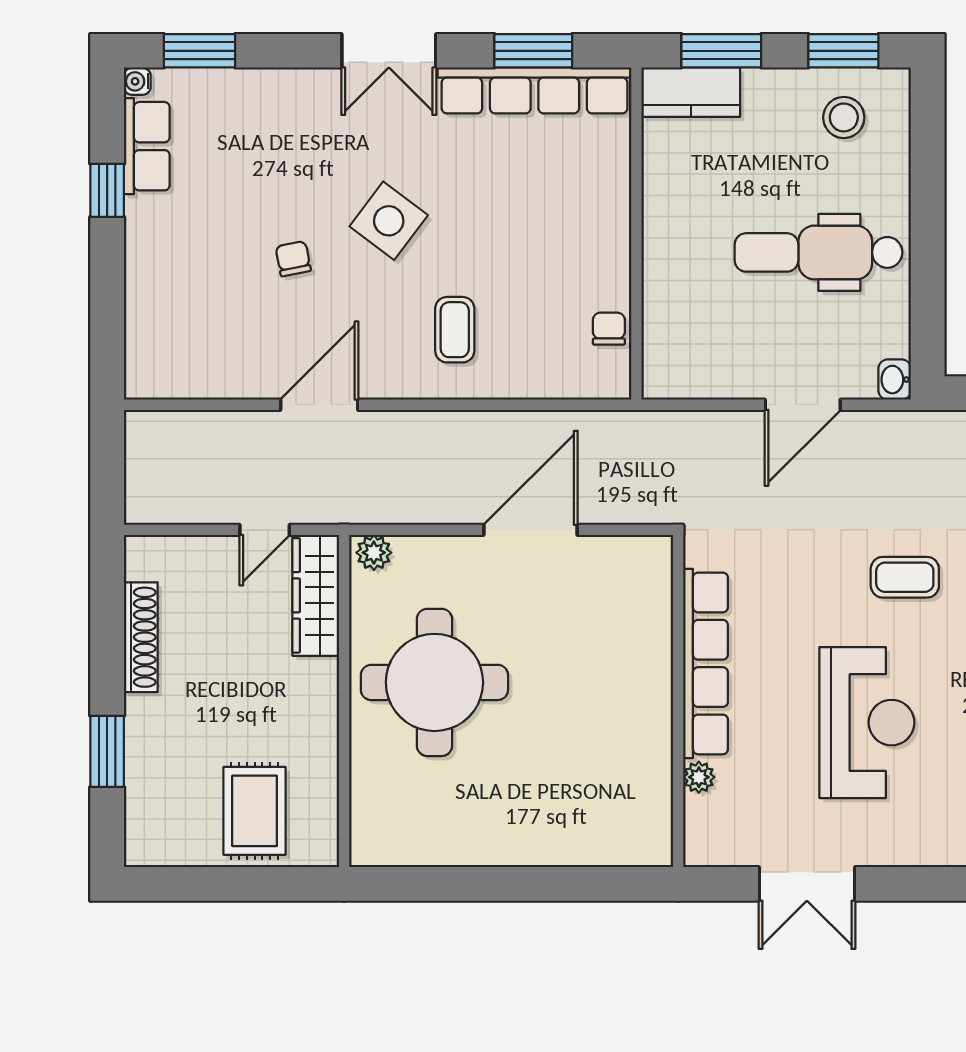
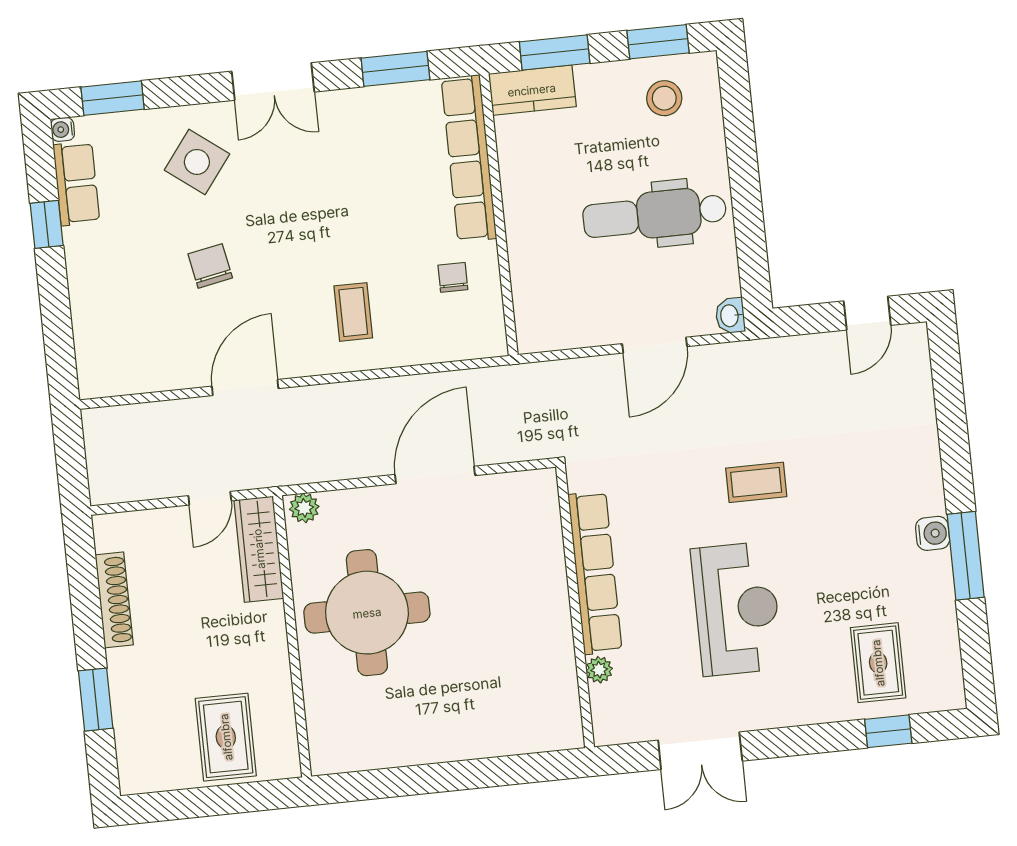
row of seats: (535, 90) -> (469, 158), moved, turned 90
side table: (389, 221) -> (197, 162), moved
chair: (293, 259) -> (210, 266), width x1.37, depth x1.37
chair: (609, 329) -> (453, 277), moved

